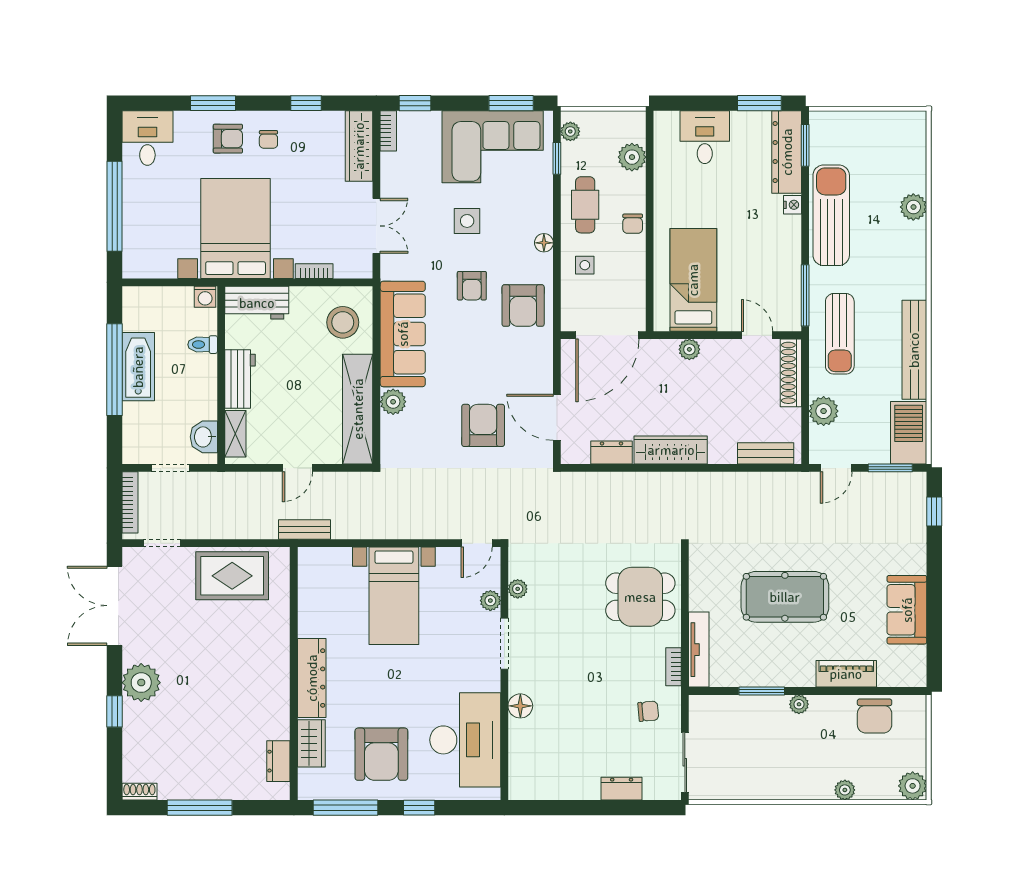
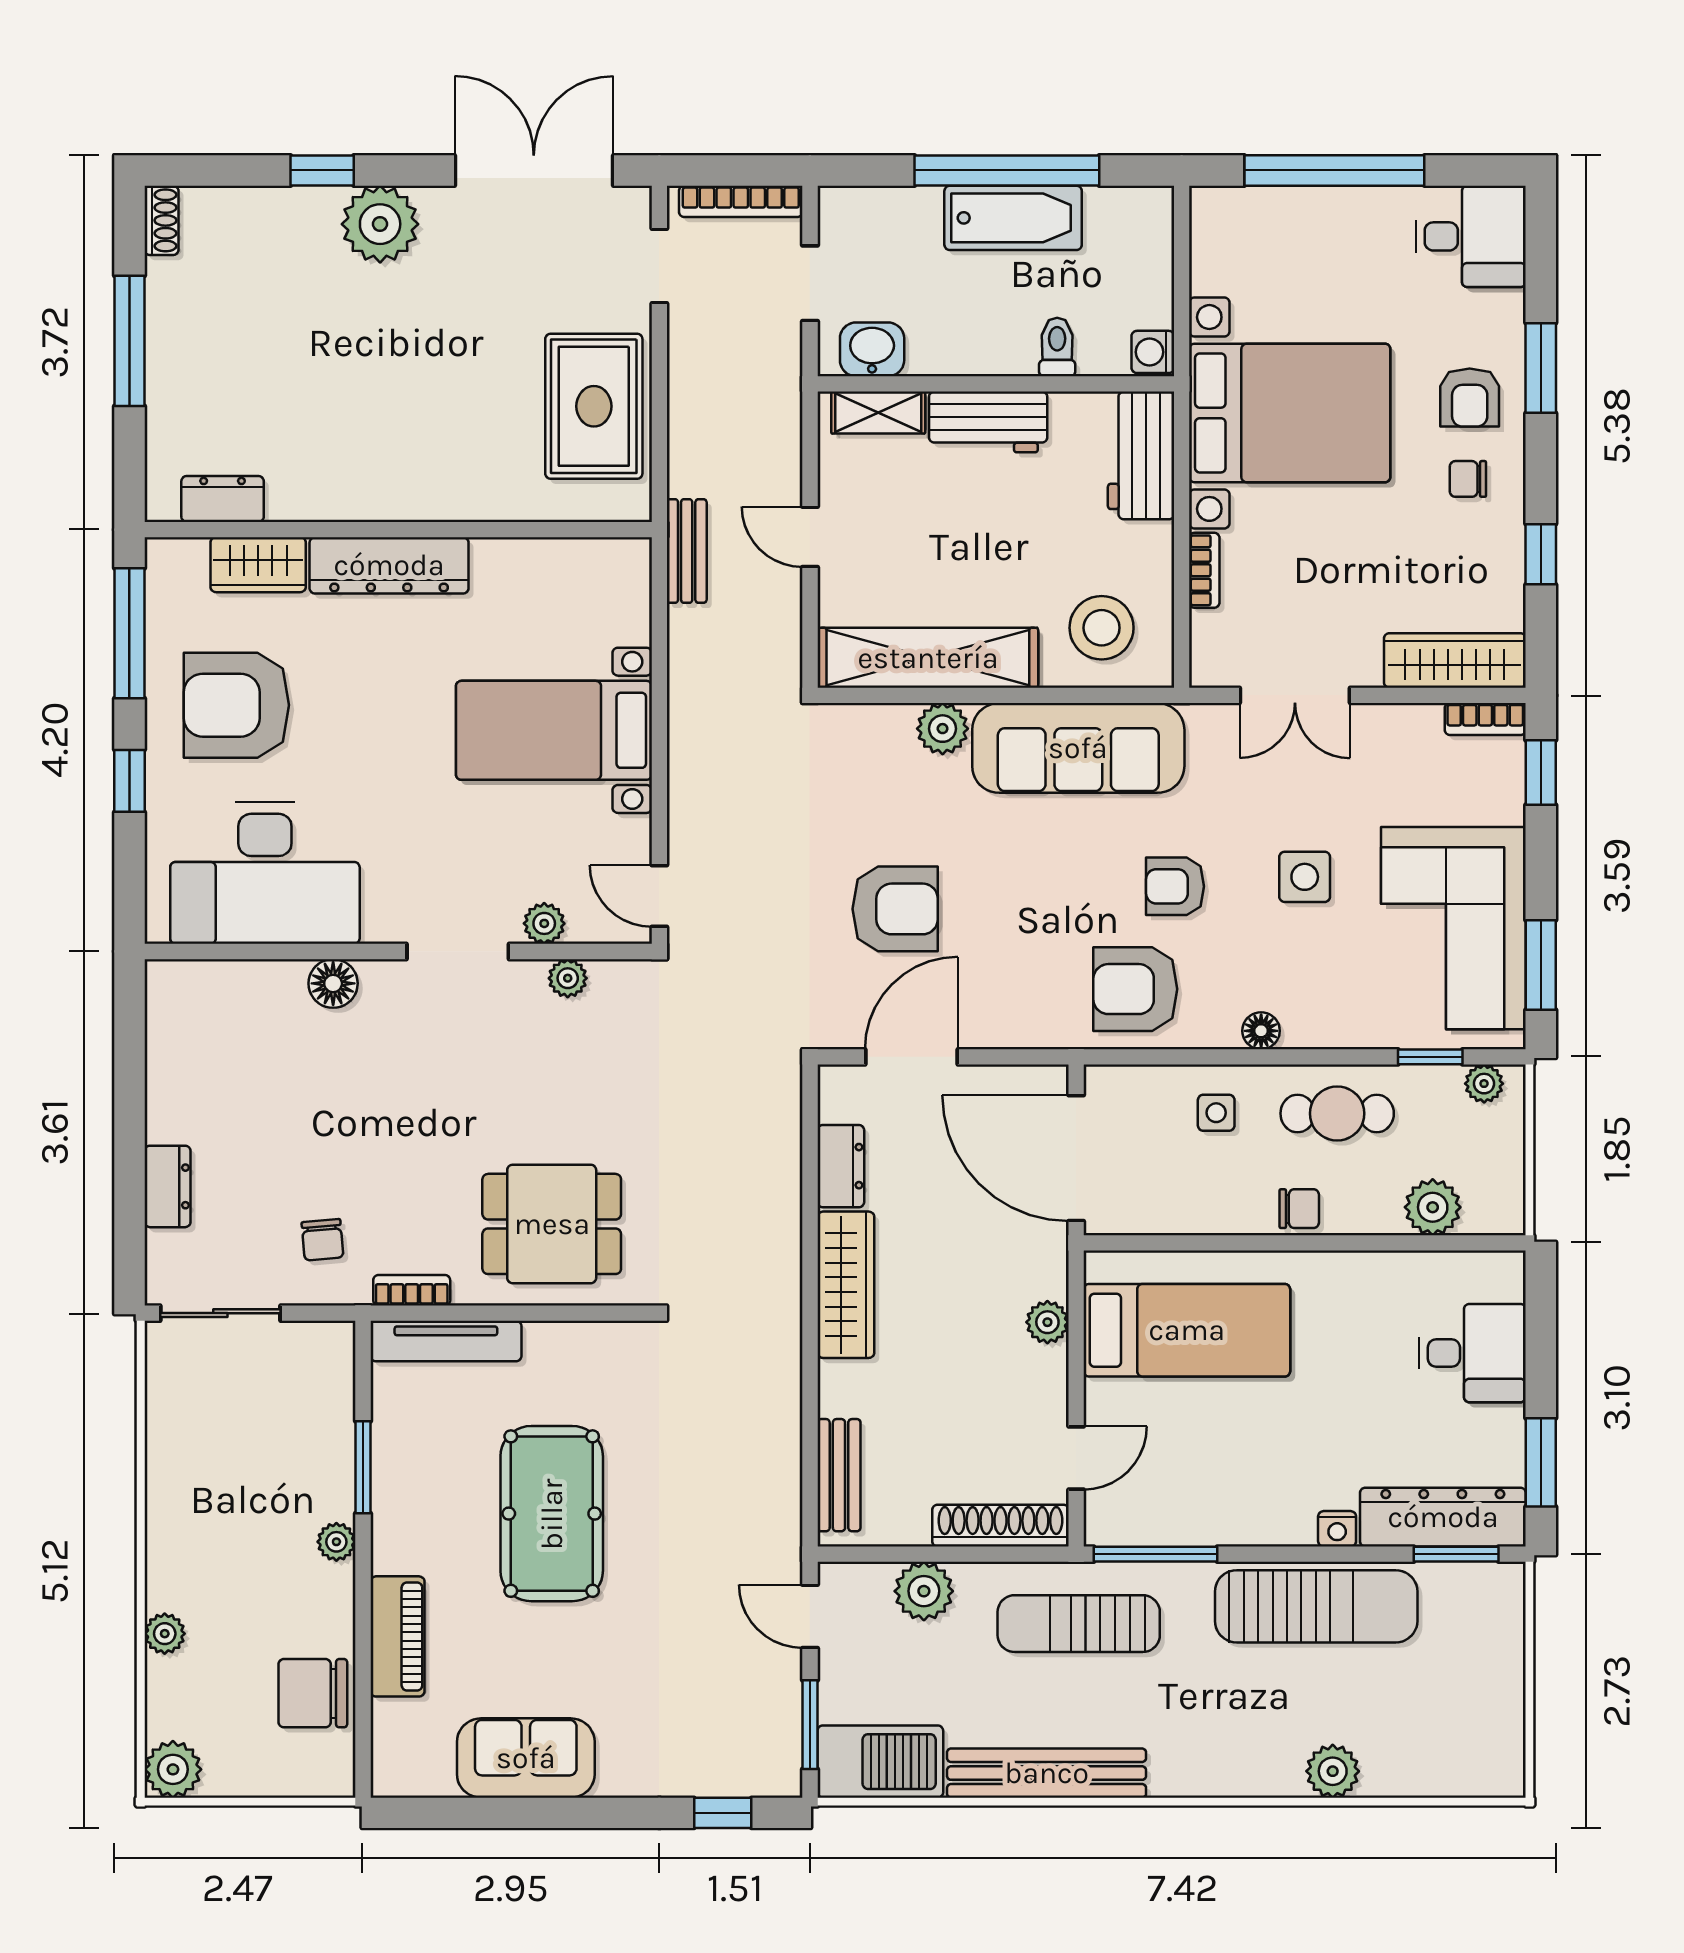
chair: (633, 224) -> (1299, 1209), turned 180
dining table: (640, 597) -> (552, 1224), turned 90

